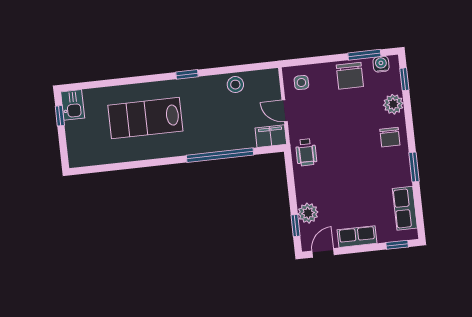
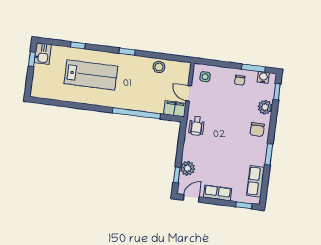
chair: (350, 76) -> (240, 80), width x0.54, depth x0.54
window: (118, 82) -> (78, 45), added
lab bench: (145, 118) -> (91, 75), turned 180

